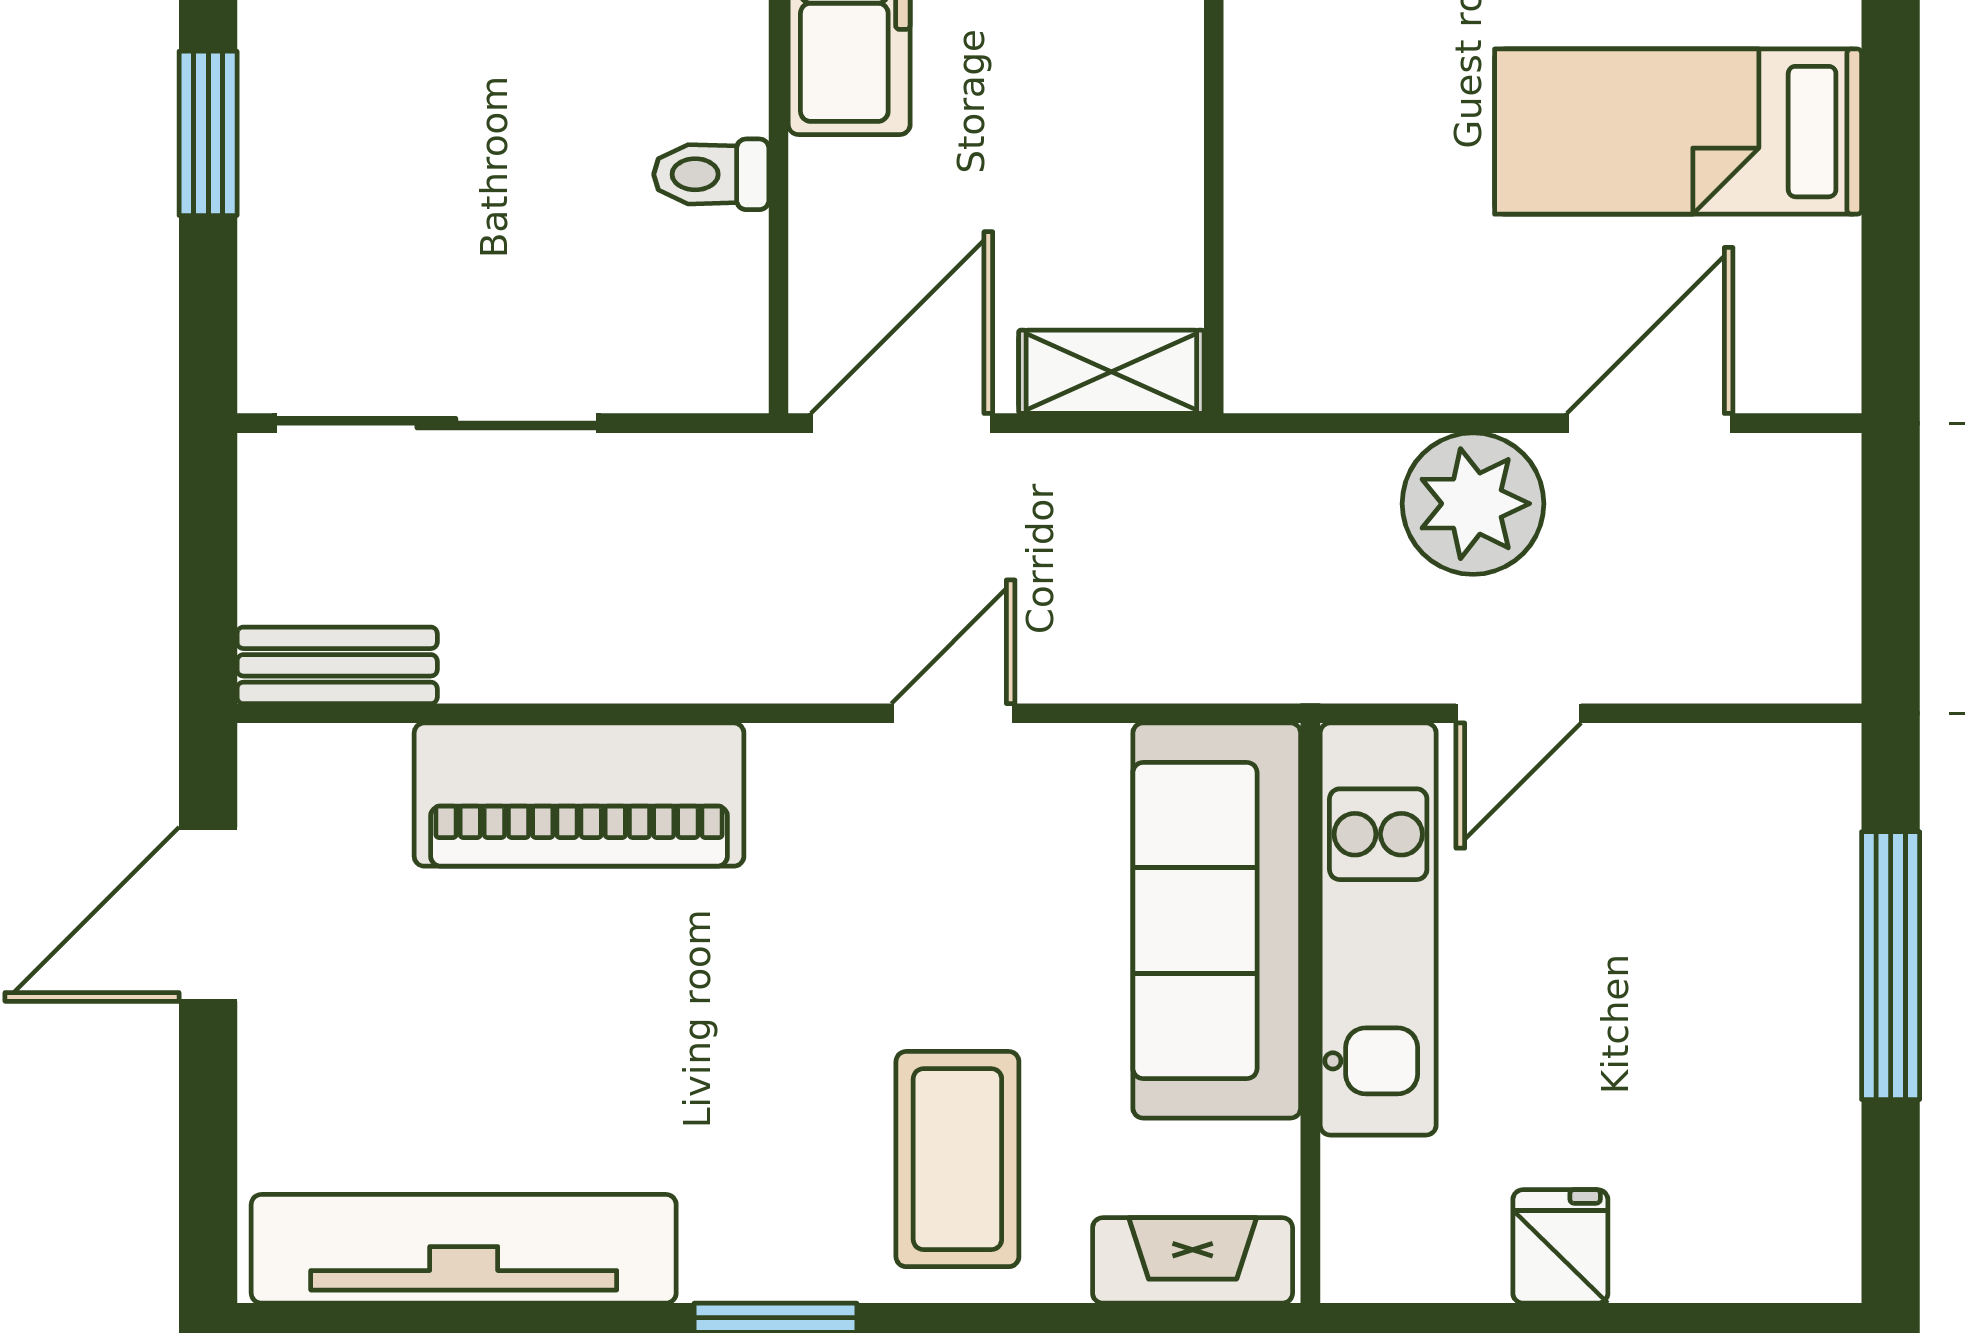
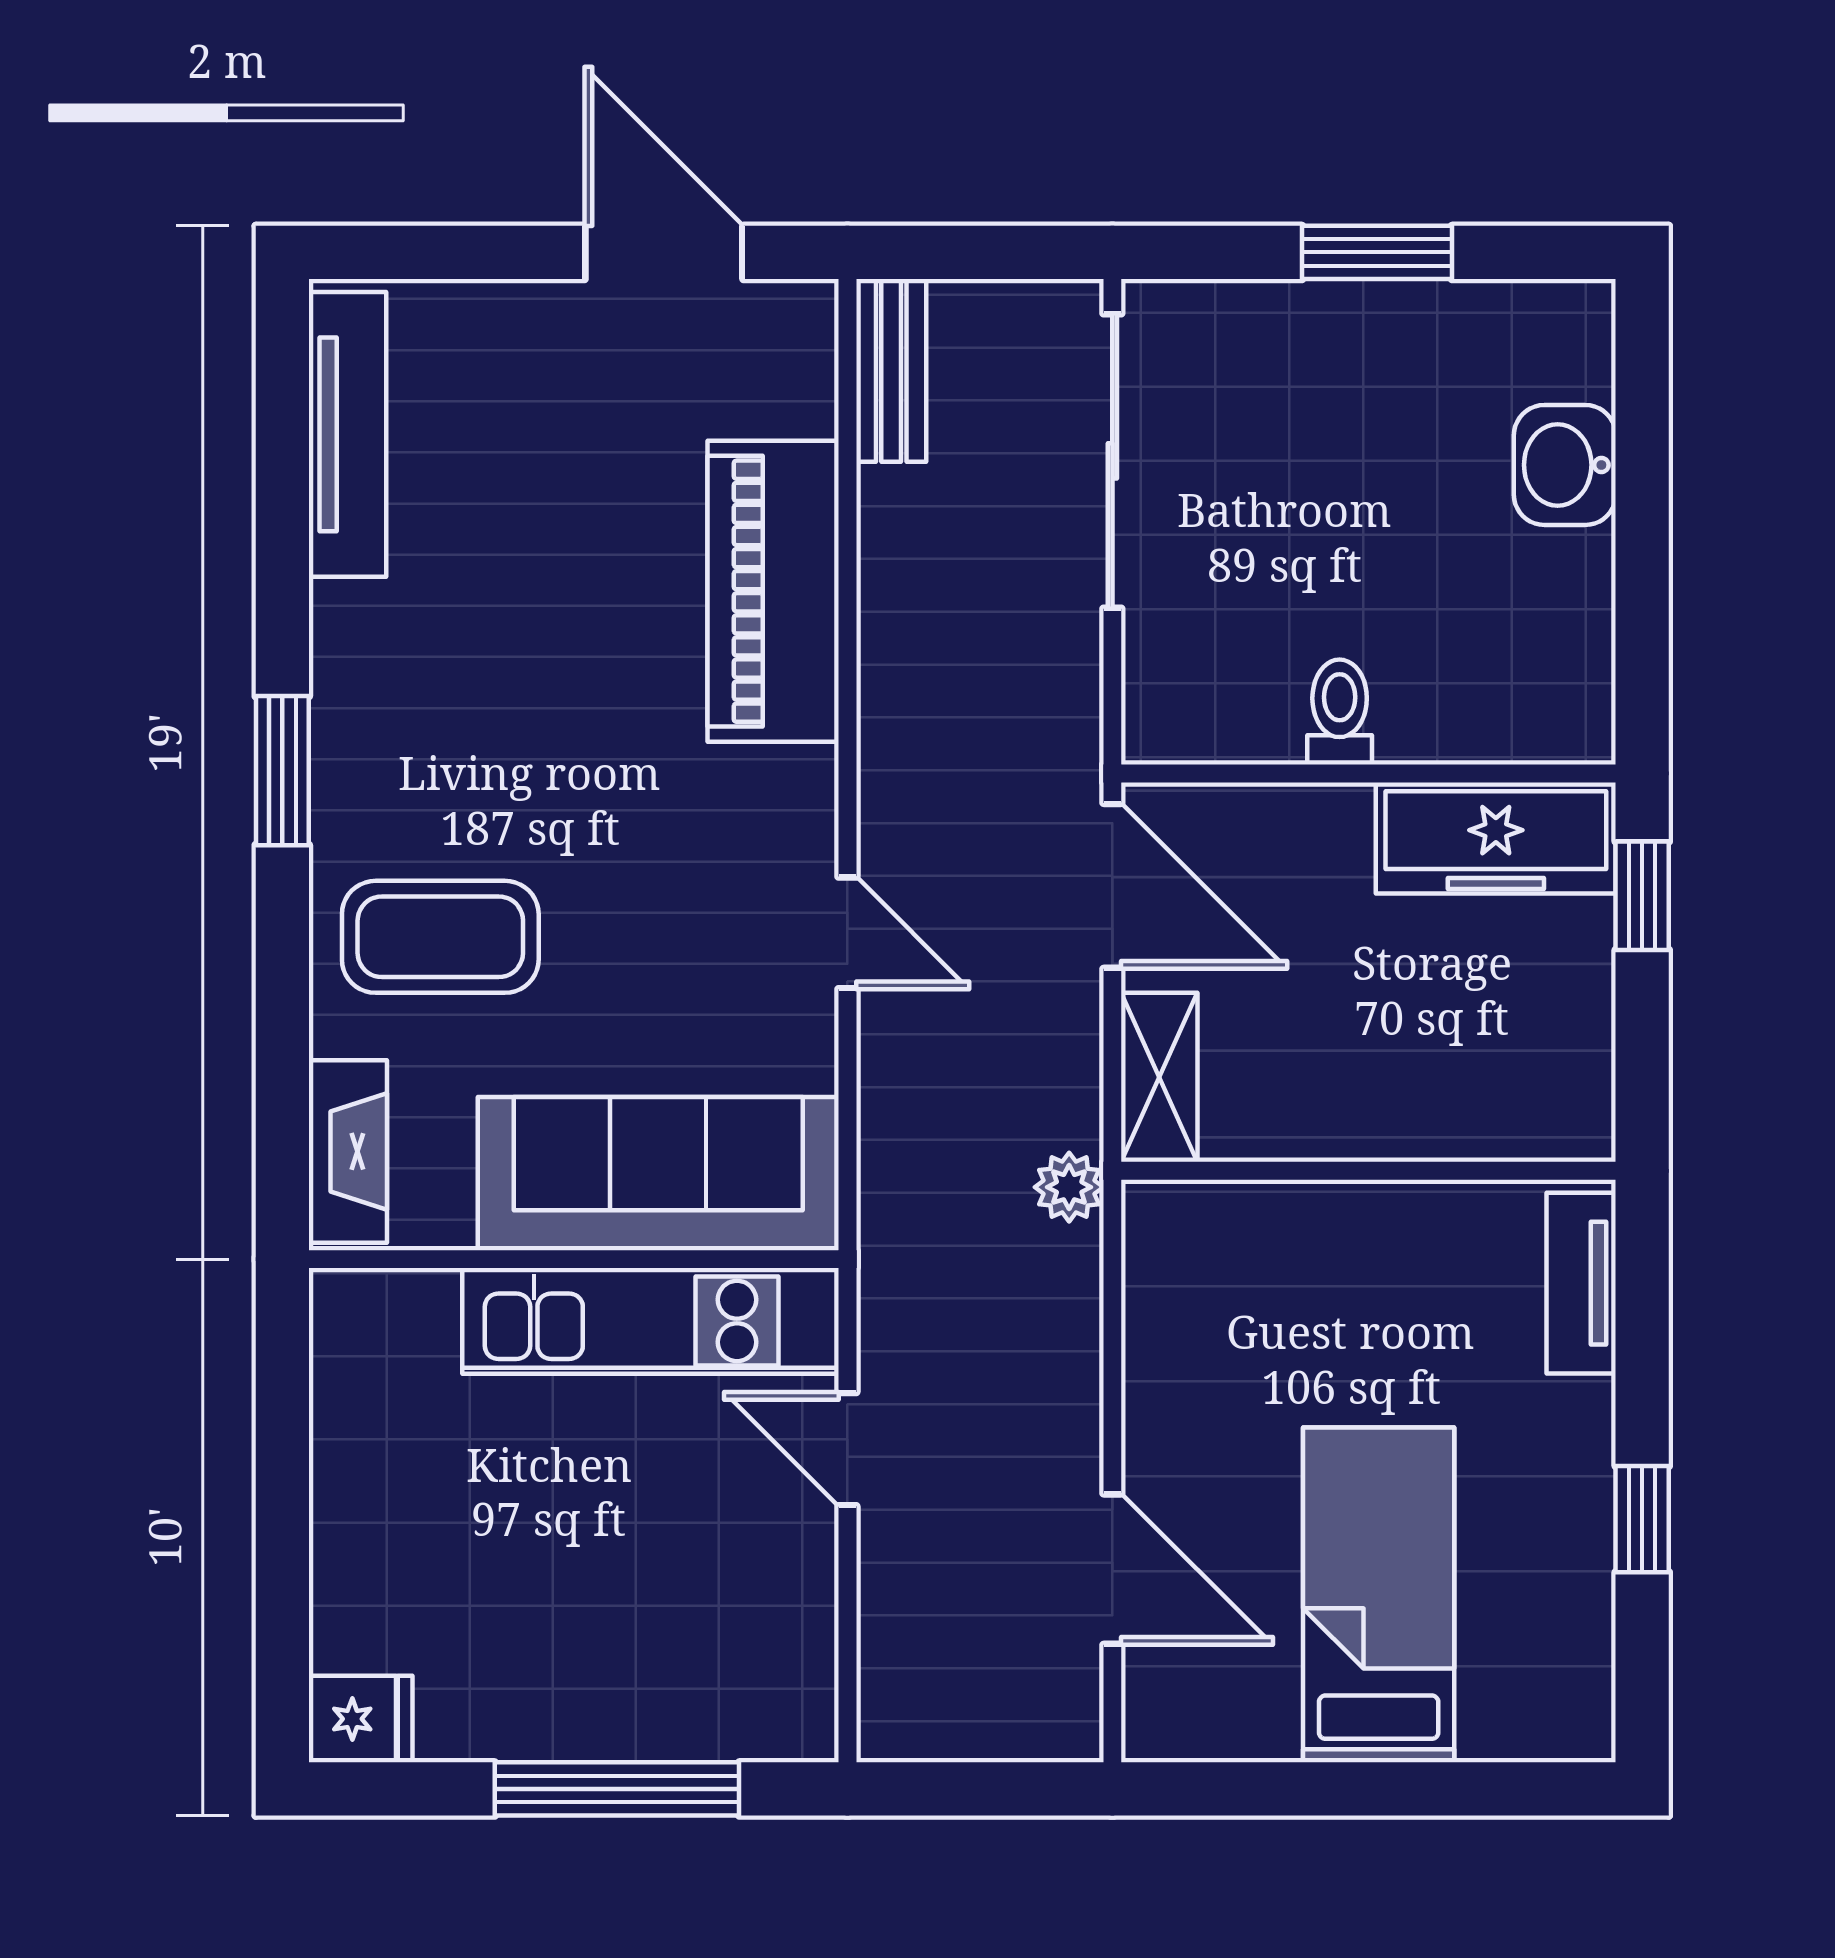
plant: (1473, 504) -> (1069, 1187), moved, width x0.53, depth x0.53
fridge: (1560, 1246) -> (361, 1719), moved
tv unit: (464, 1249) -> (347, 434), width x0.73, depth x0.78

